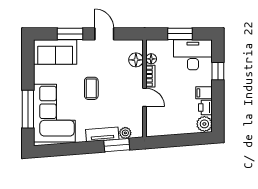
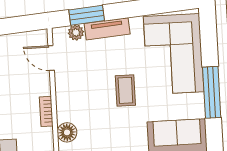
floor lamp: (151, 59) -> (46, 135), removed
door: (145, 97) -> (51, 58), moved
window: (28, 109) -> (212, 92), moved

